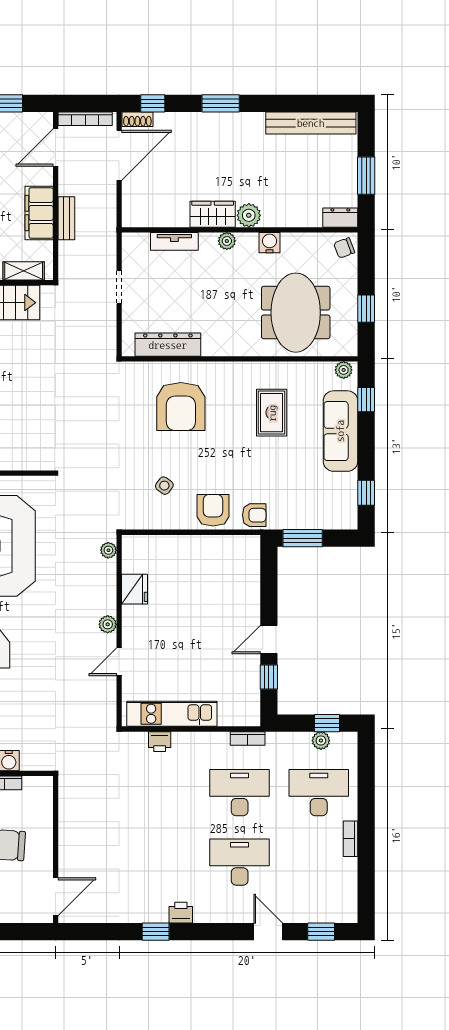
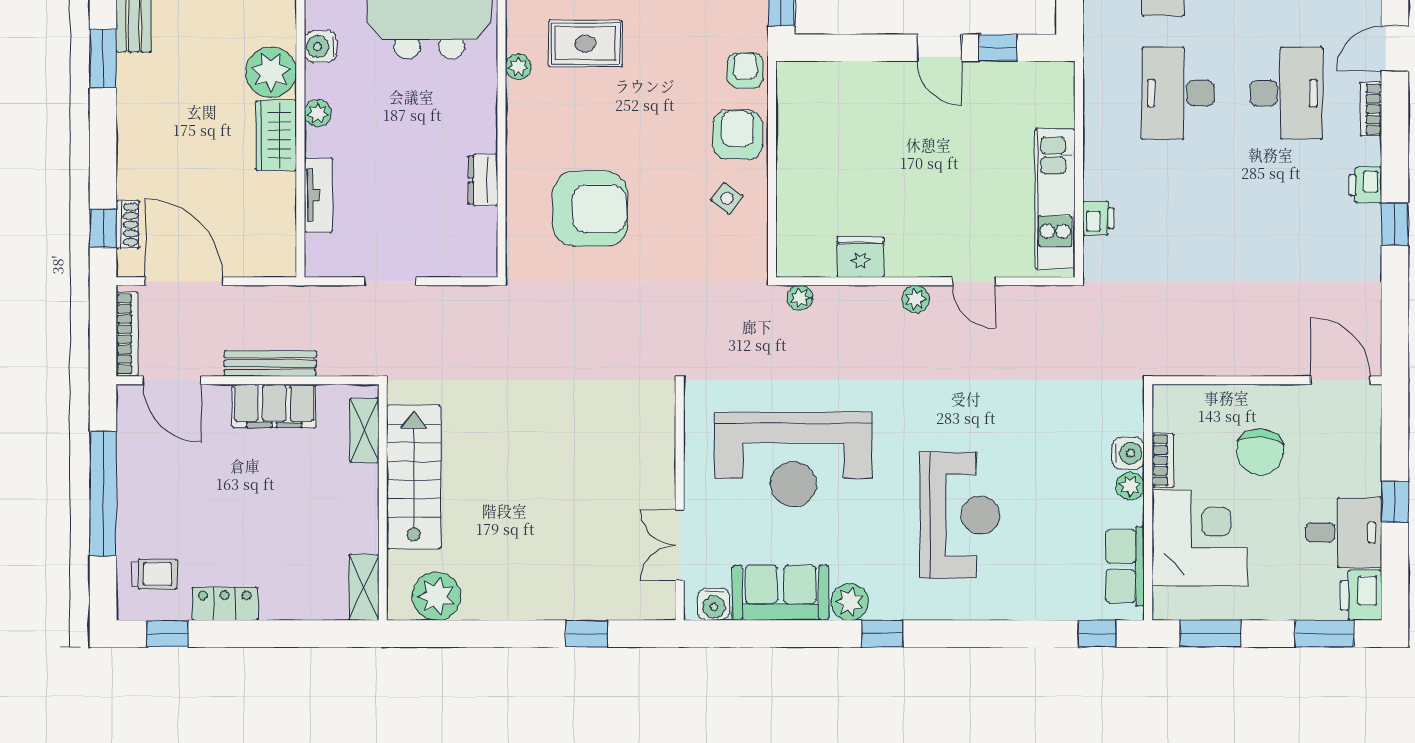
window: (221, 103) -> (103, 58), moved
shoe rack: (137, 119) -> (128, 225), moved
plant: (249, 215) -> (271, 72), width x1.36, depth x1.36
bench: (66, 218) -> (270, 363), width x1.36
dresser: (168, 345) -> (483, 180), width x0.51, depth x0.80
plant: (257, 370) -> (518, 67), added
armchair: (181, 407) -> (590, 209), moved
side table: (164, 486) -> (727, 198), moved
armchair: (213, 510) -> (738, 135), turned 90
bookcase: (248, 738) -> (1371, 109), moved, turned 180
desk: (240, 862) -> (1286, 93), turned 180

